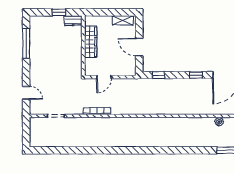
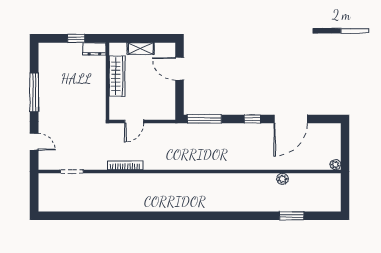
shelving: (123, 20) -> (141, 49), moved
window: (26, 43) -> (34, 92), moved
door: (139, 47) -> (180, 69), moved
window: (159, 75) -> (204, 119), width x2.17

